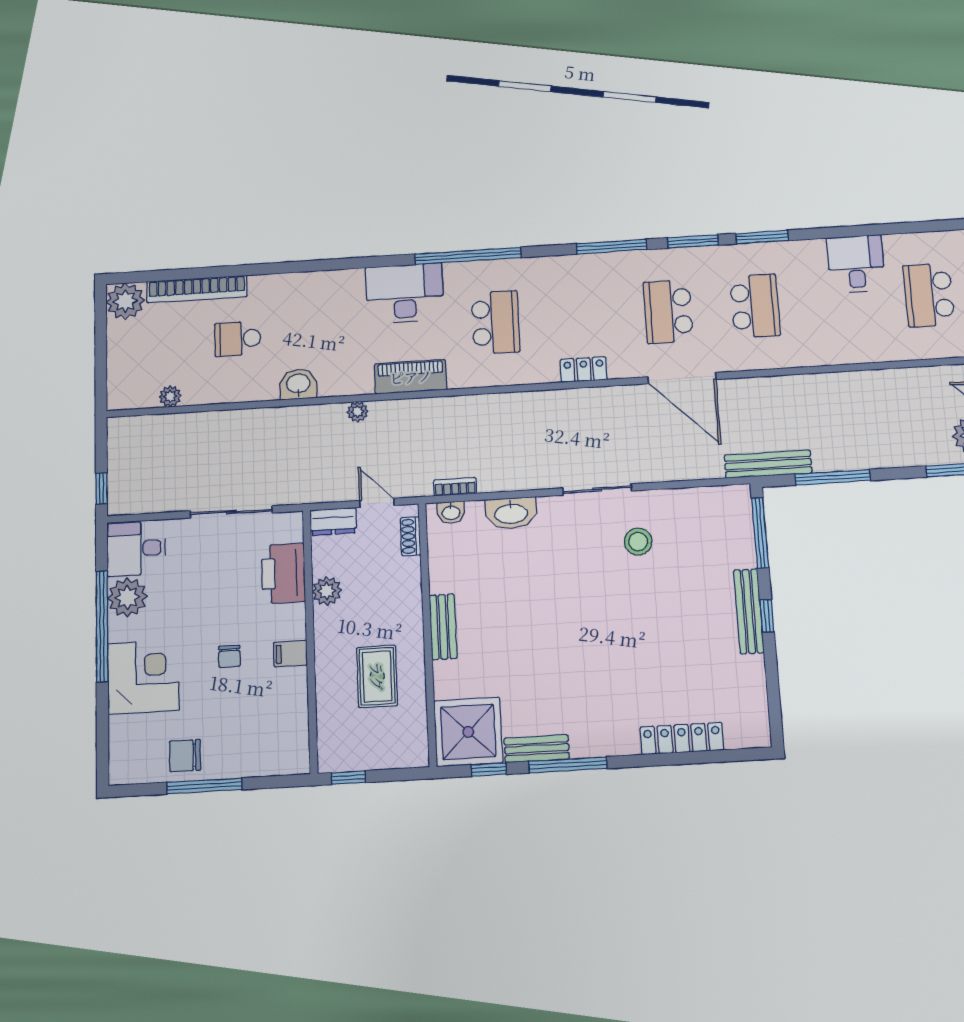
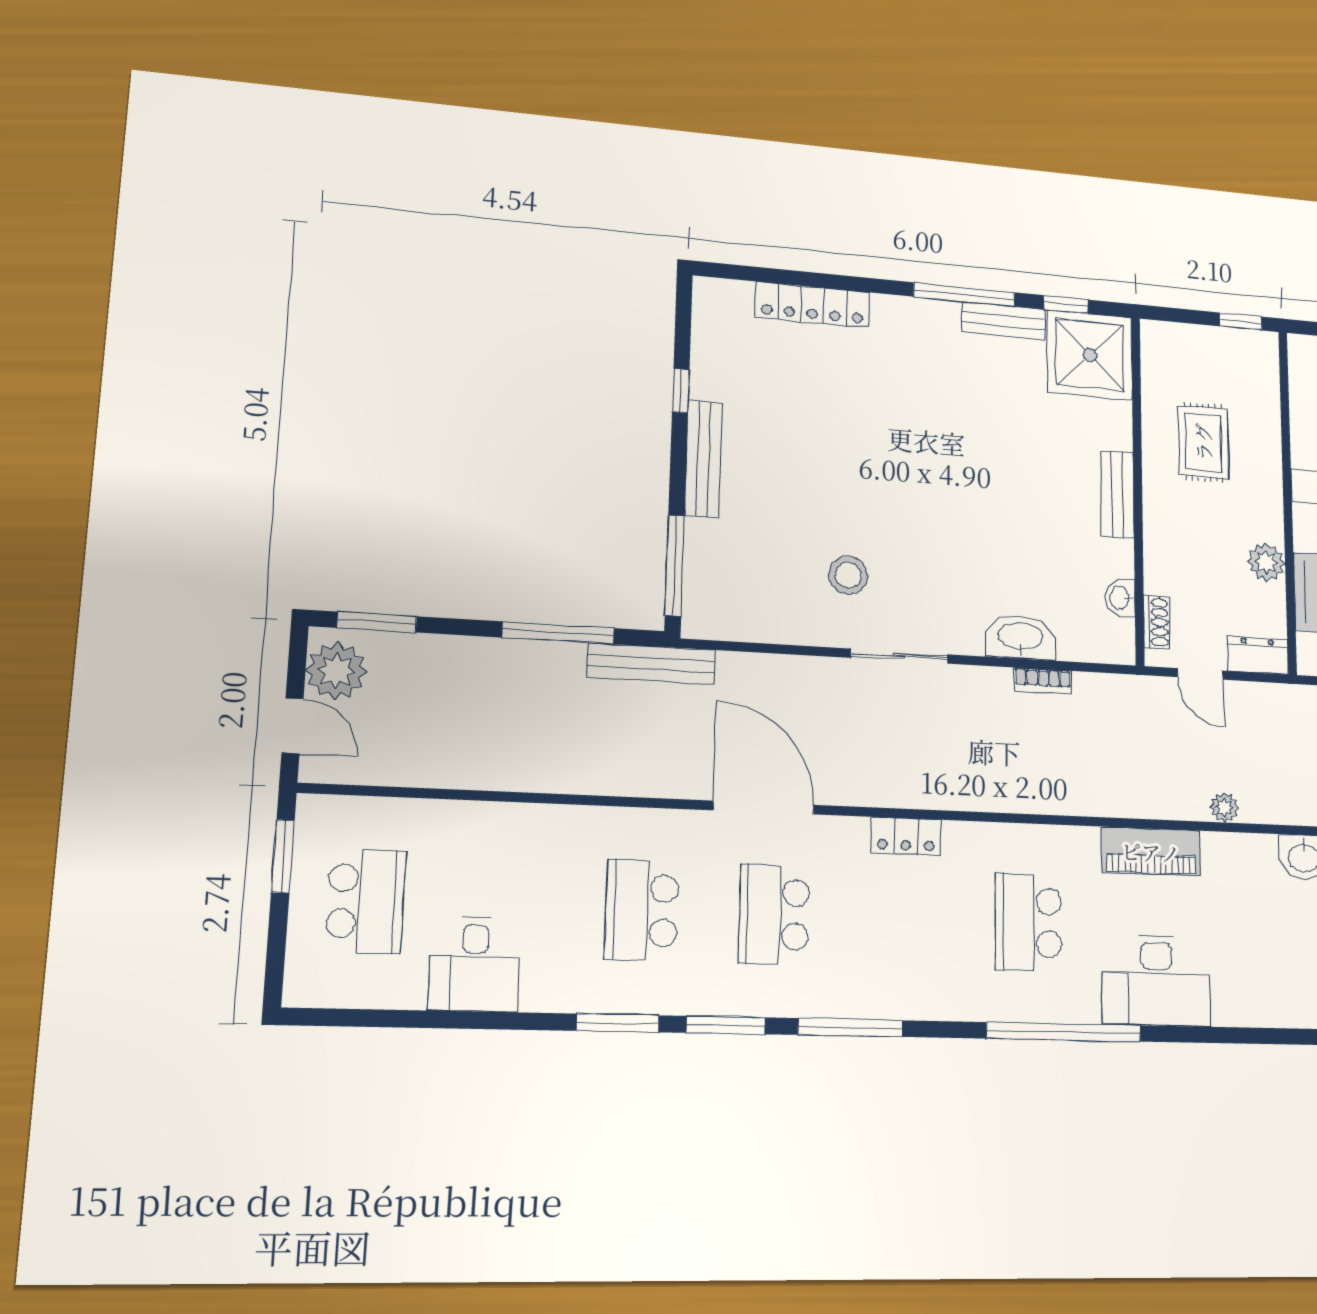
school desk: (668, 311) -> (774, 914), turned 180
bookcase: (455, 487) -> (1043, 681), moved
washbasin: (451, 512) -> (1120, 598), moved, turned -90
window: (767, 616) -> (681, 391), moved

